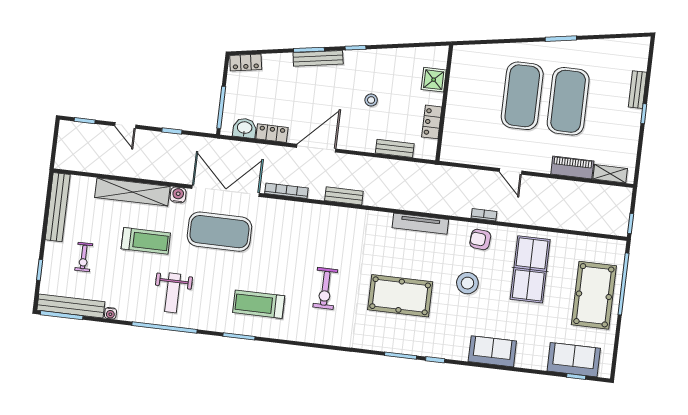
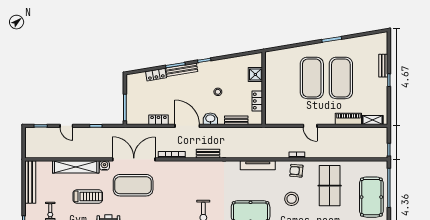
locker: (246, 62) -> (156, 75), moved
washbasin: (245, 128) -> (210, 119), moved
door: (316, 148) -> (187, 126), hinge flipped

